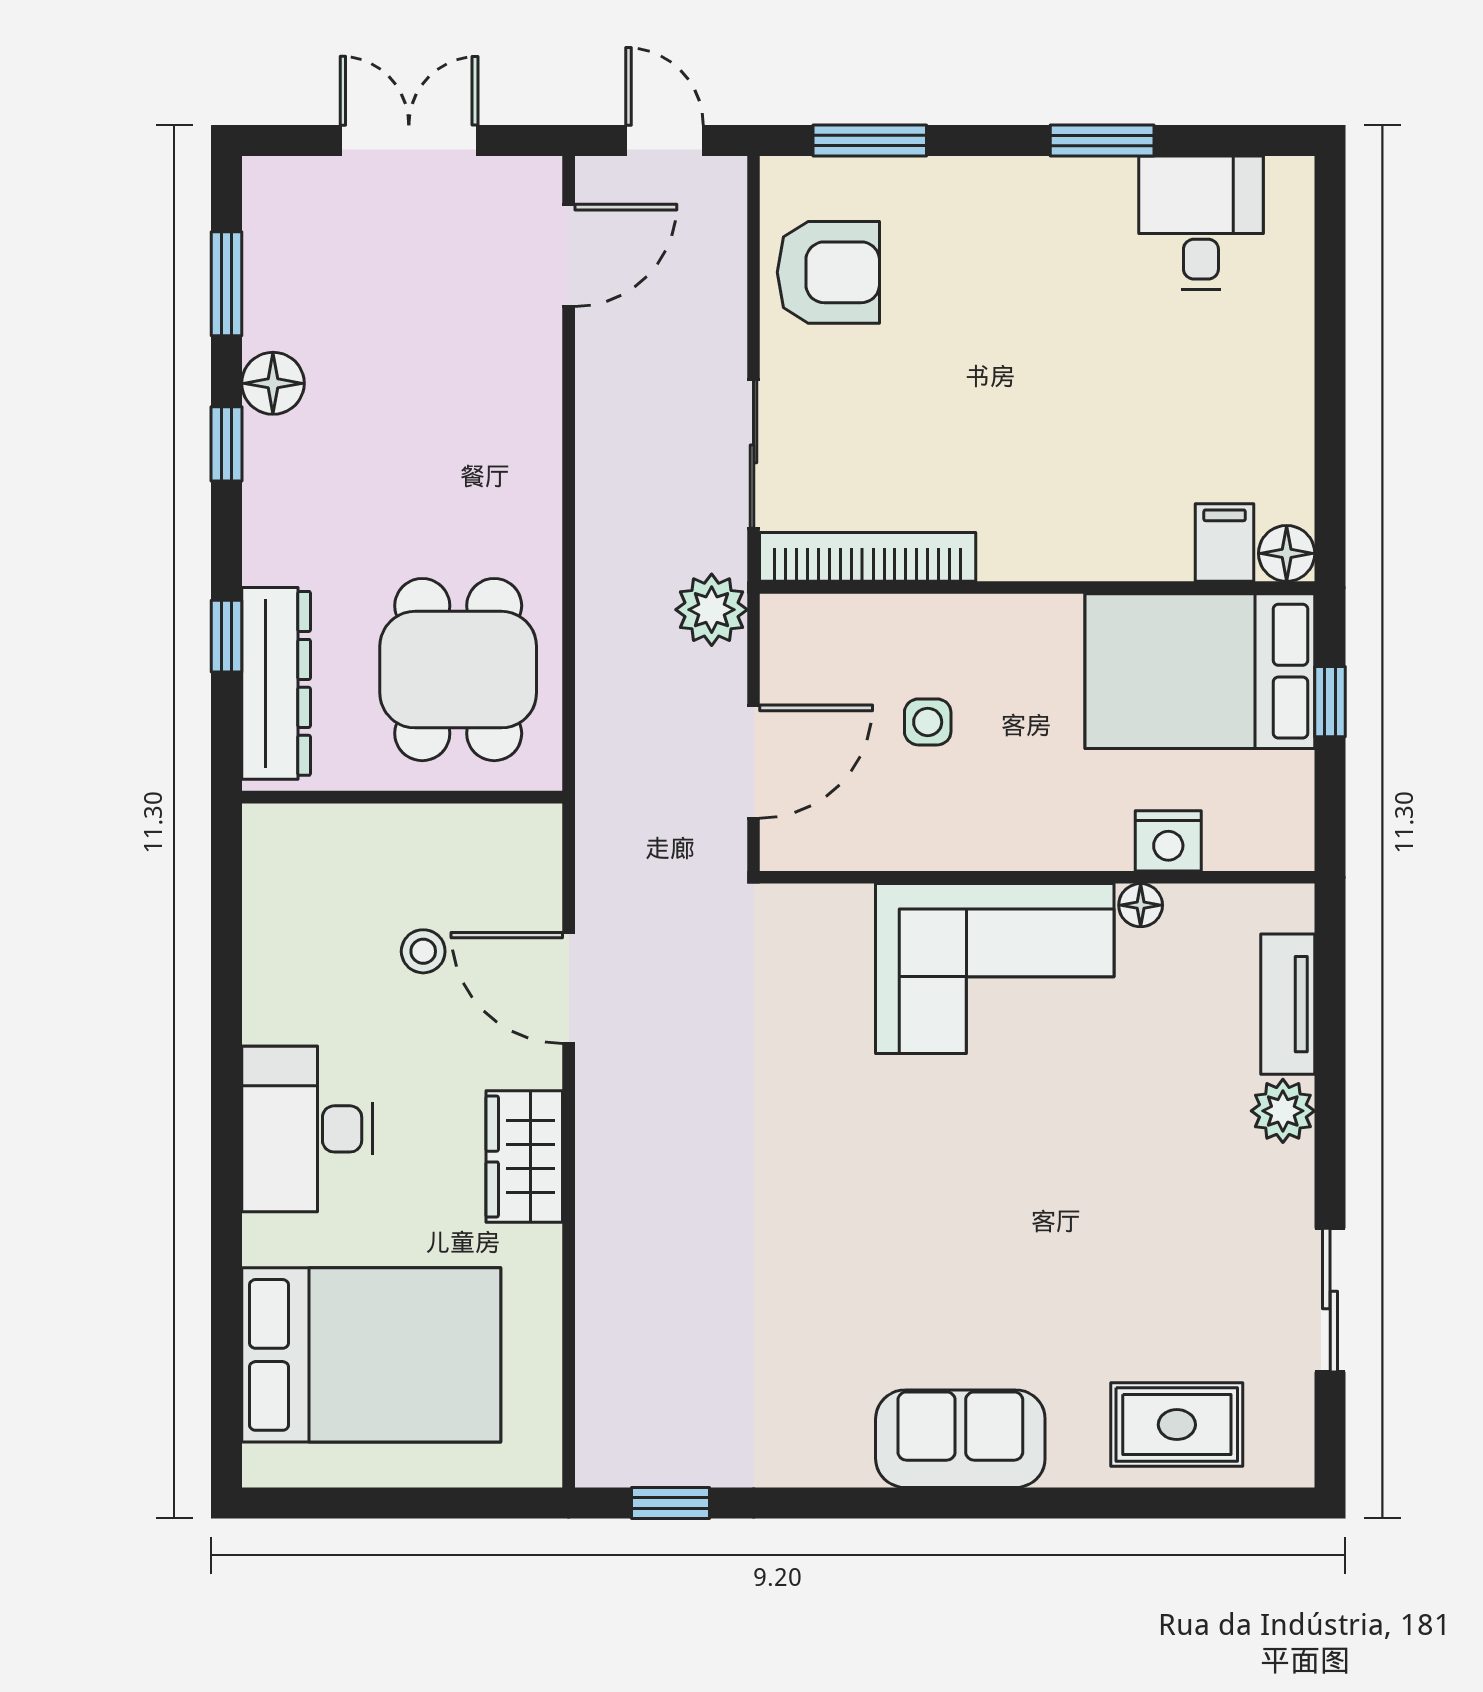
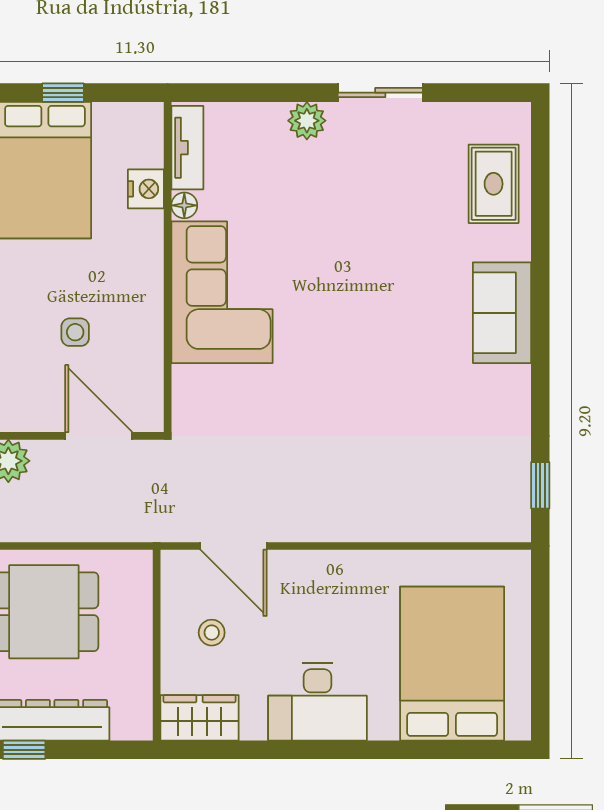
wall: (402, 797) -> (157, 645), moved
door: (569, 988) -> (234, 546), hinge flipped
tv unit: (1288, 1004) -> (187, 148), moved, turned -90
wardrobe: (524, 1157) -> (199, 718), moved, turned 180
sliding door: (1330, 1300) -> (380, 93), moved

